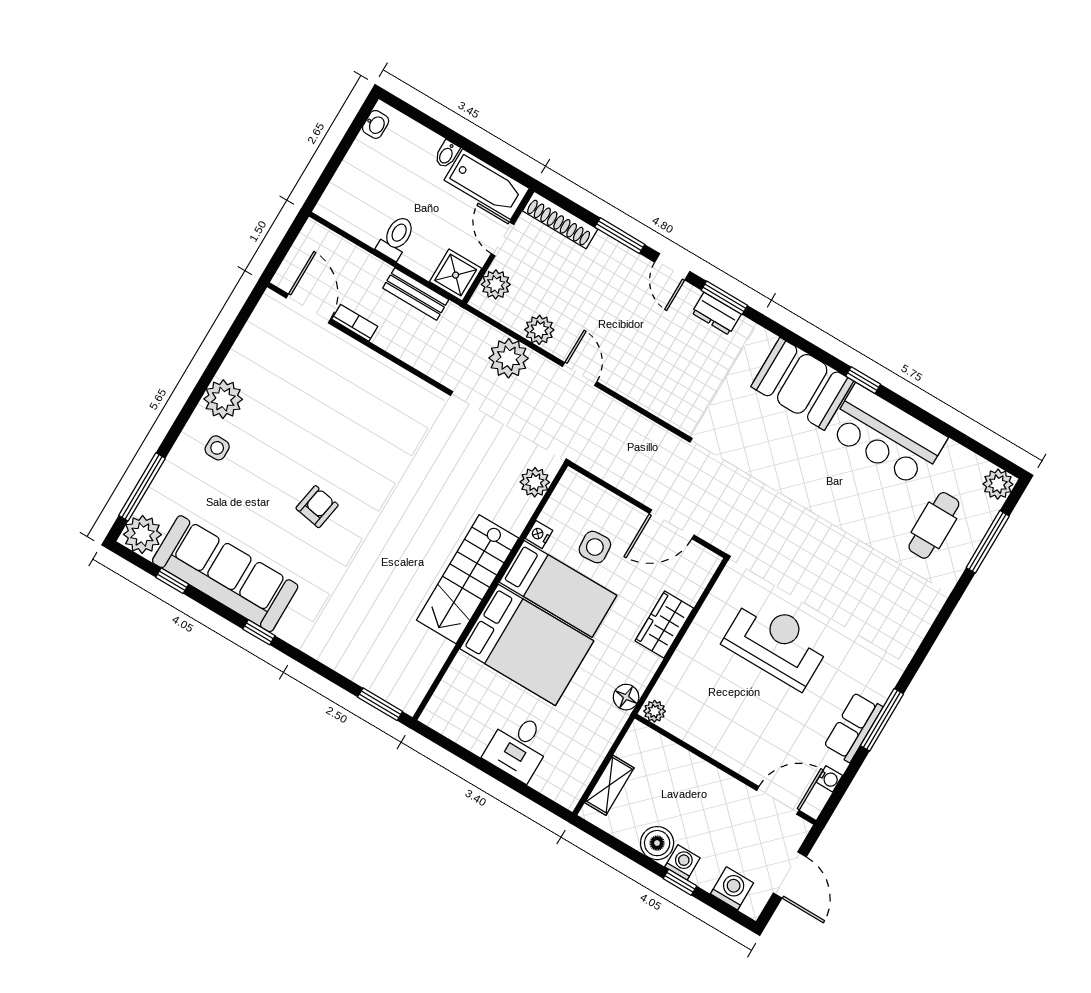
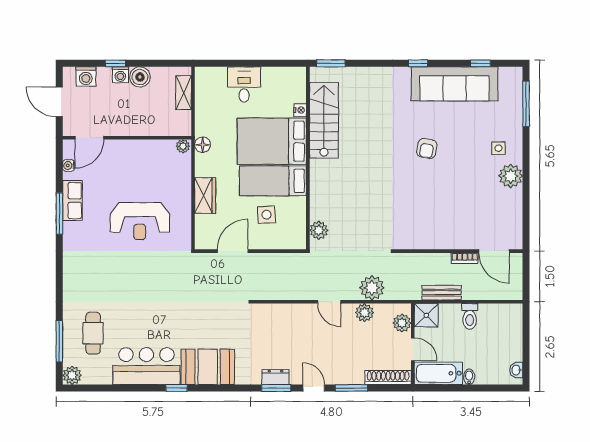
plant: (142, 534) -> (511, 79), removed
nightstand: (539, 534) -> (300, 110), moved
stairs: (468, 579) -> (324, 120), moved

